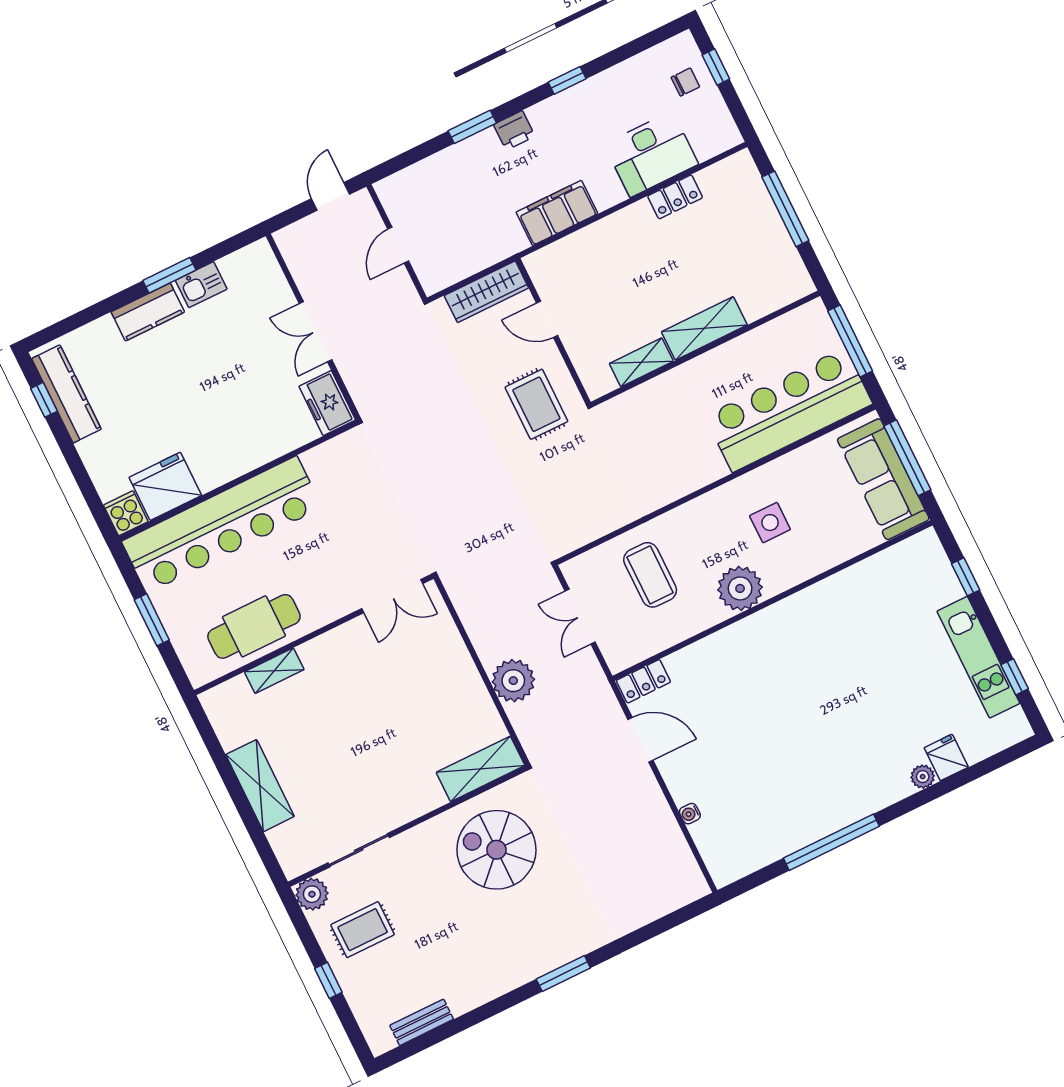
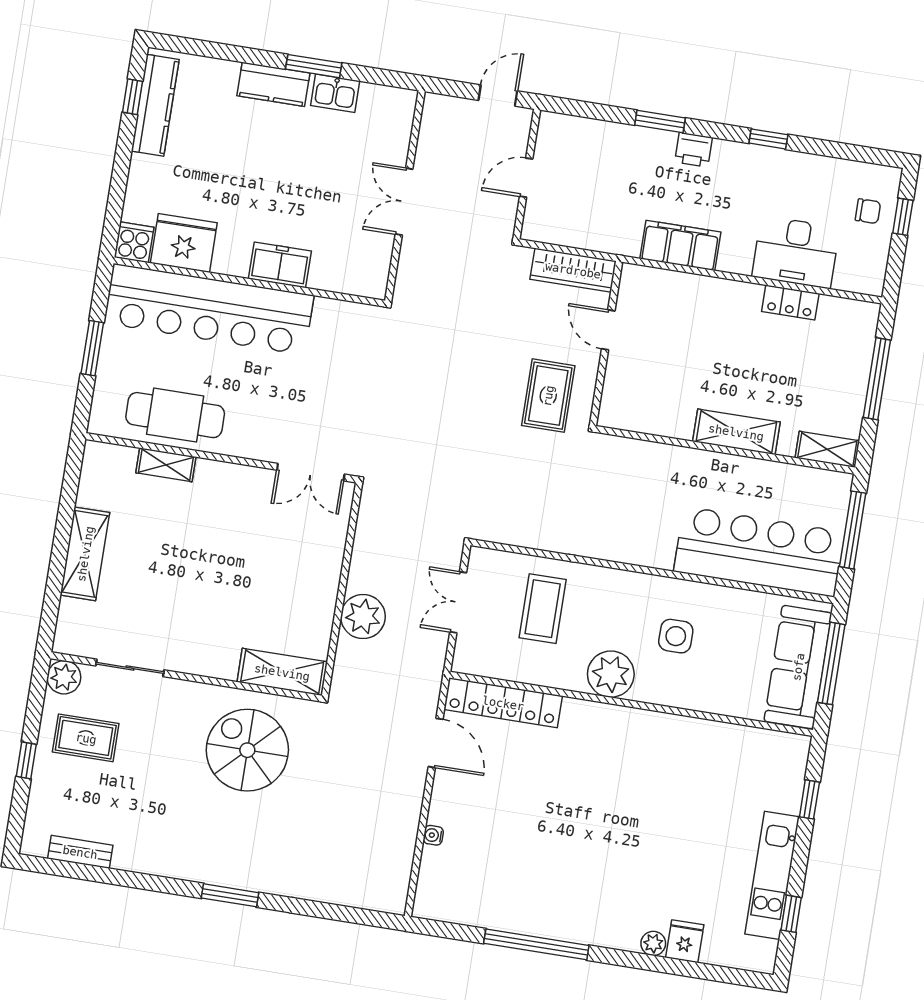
shelving: (641, 362) -> (827, 449), moved
freezer: (327, 403) -> (280, 265), moved, turned 90
locker: (643, 681) -> (503, 703), width x2.16, depth x1.21

